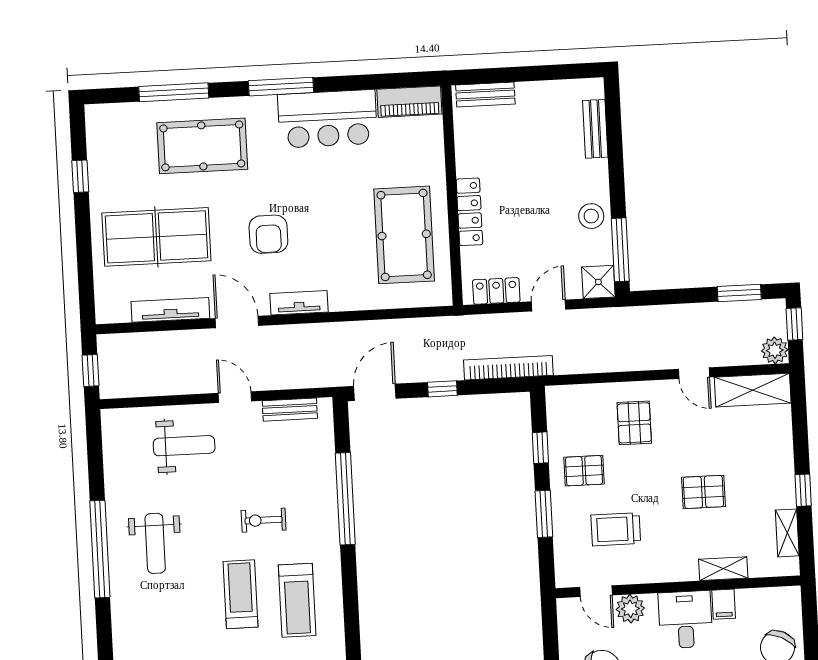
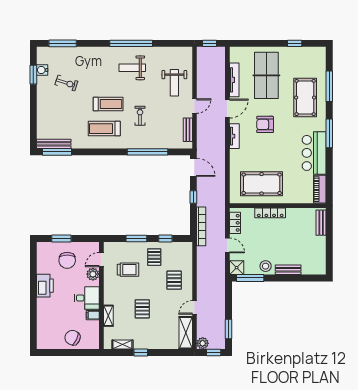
bench: (595, 129) -> (288, 270), moved
pallet: (634, 423) -> (174, 280), turned 90
trolley: (616, 529) -> (128, 270), turned 90

